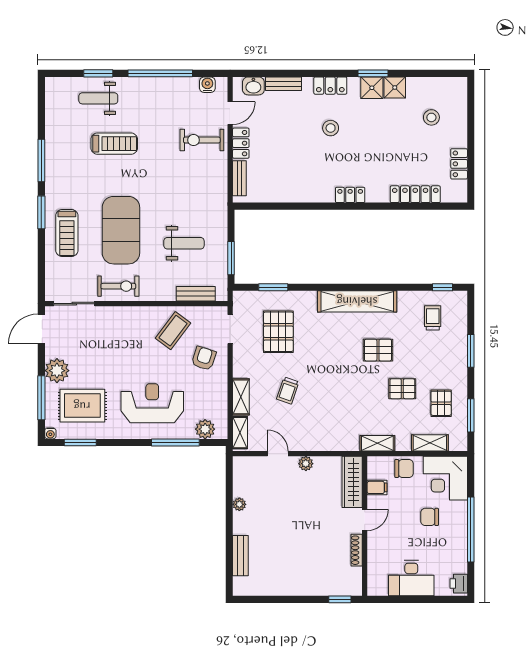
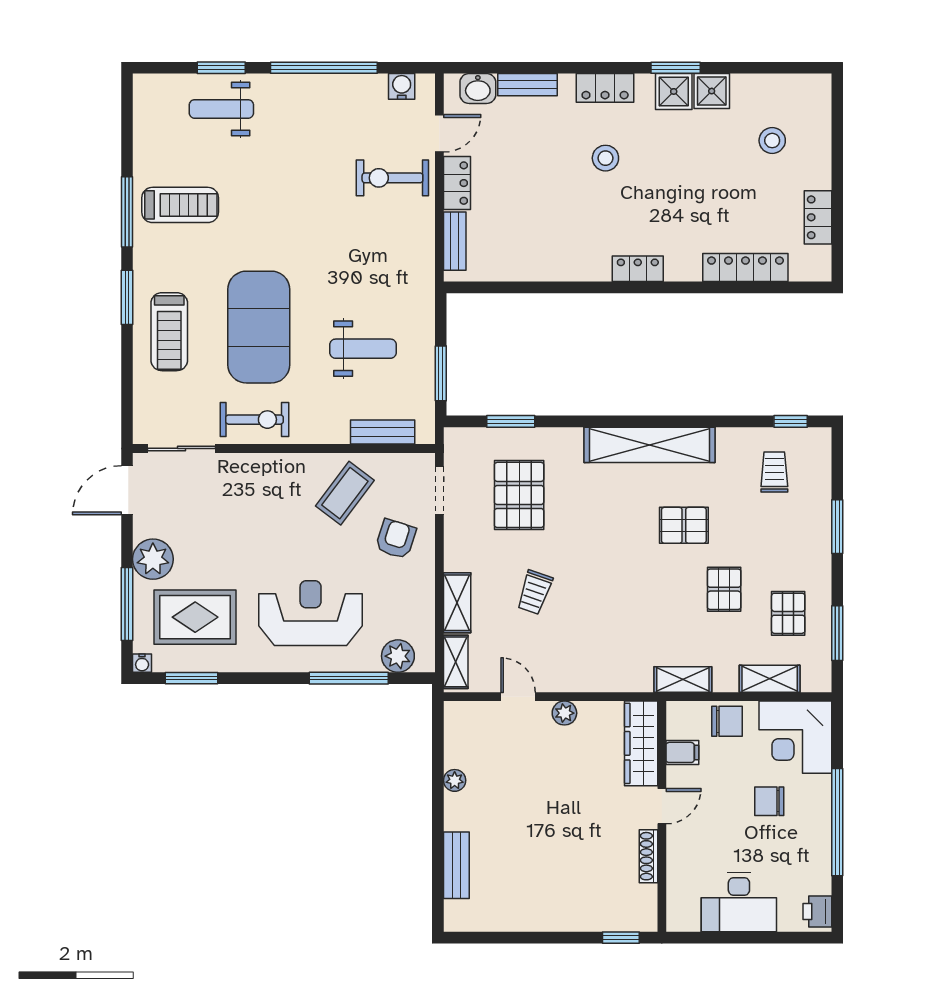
treadmill: (114, 144) -> (180, 205), moved
pallet: (402, 389) -> (724, 589), turned 90

